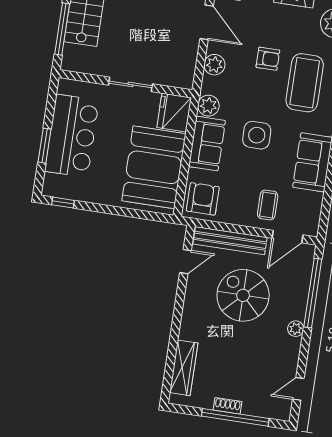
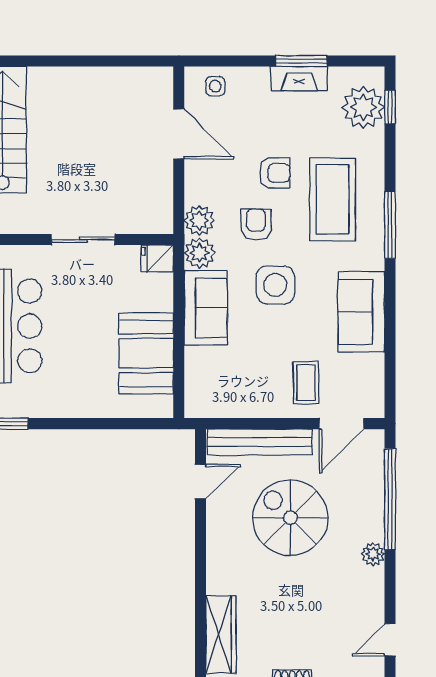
plant: (214, 65) -> (199, 221), moved
fridge: (174, 113) -> (157, 259), width x0.53, depth x0.75
booth: (154, 167) -> (146, 353), width x0.73, depth x0.70
armchair: (203, 199) -> (256, 224), moved, width x0.72, depth x0.72

